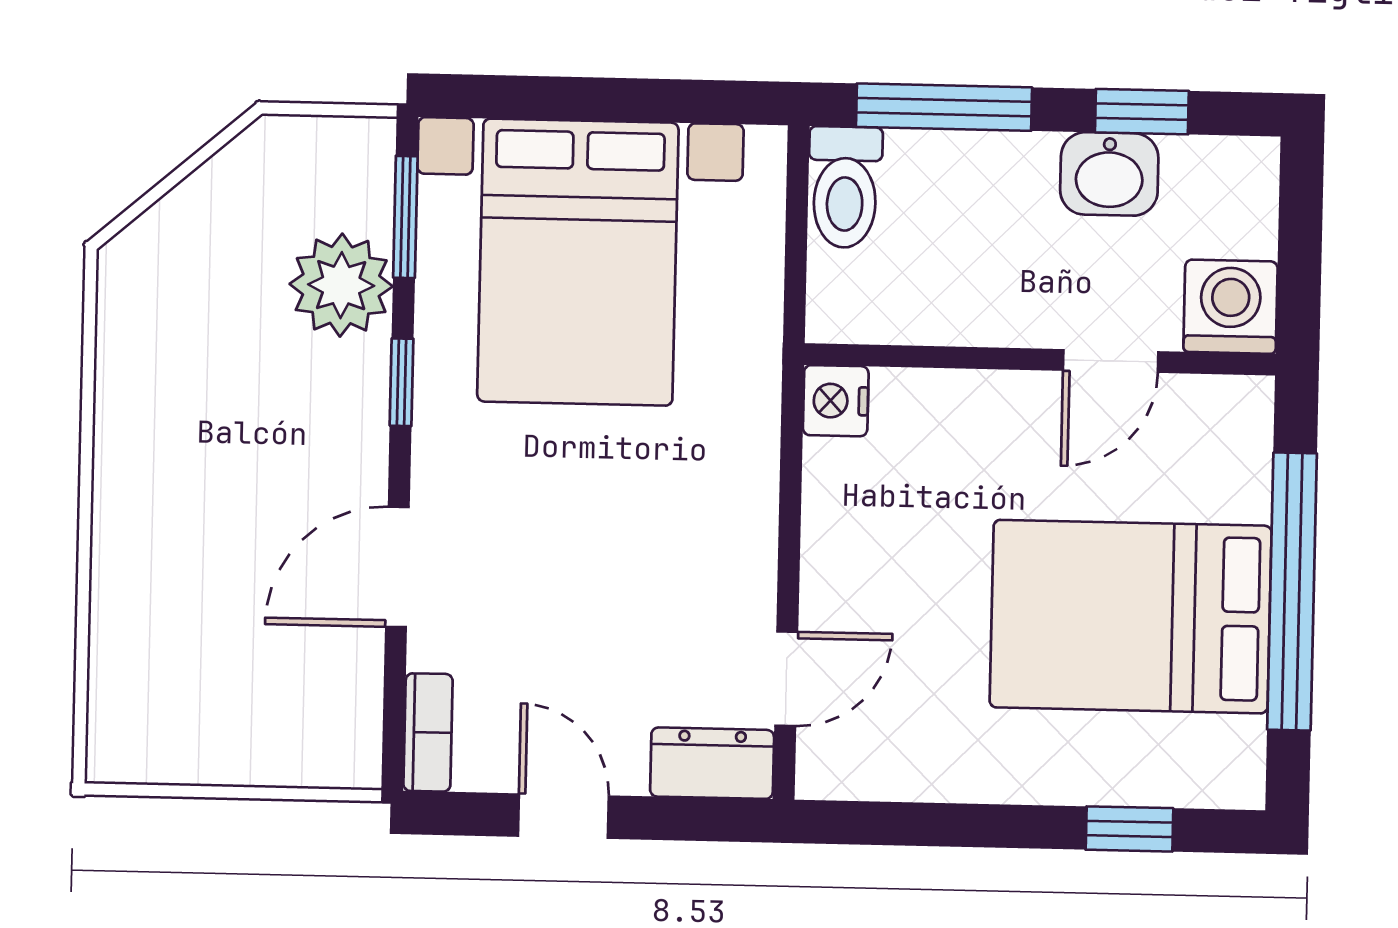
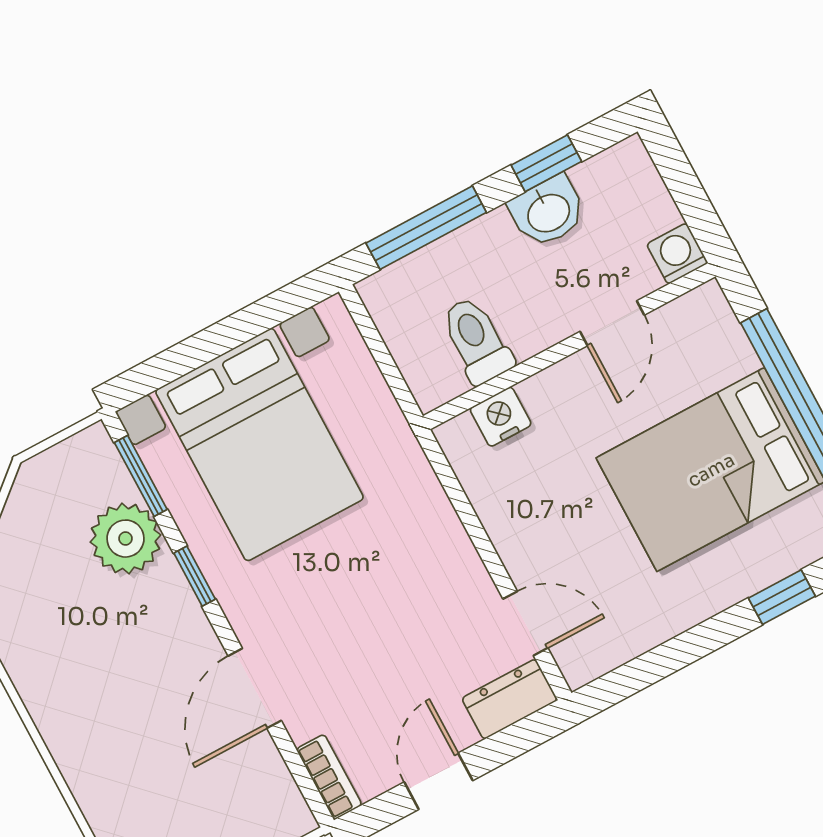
toilet: (845, 187) -> (477, 340), moved, turned 180
washing machine: (1231, 307) -> (677, 254), width x0.73, depth x0.73
nightstand: (836, 401) -> (501, 417), moved, turned 90
door: (786, 679) -> (525, 623), hinge flipped
door: (563, 816) -> (438, 781), hinge flipped

